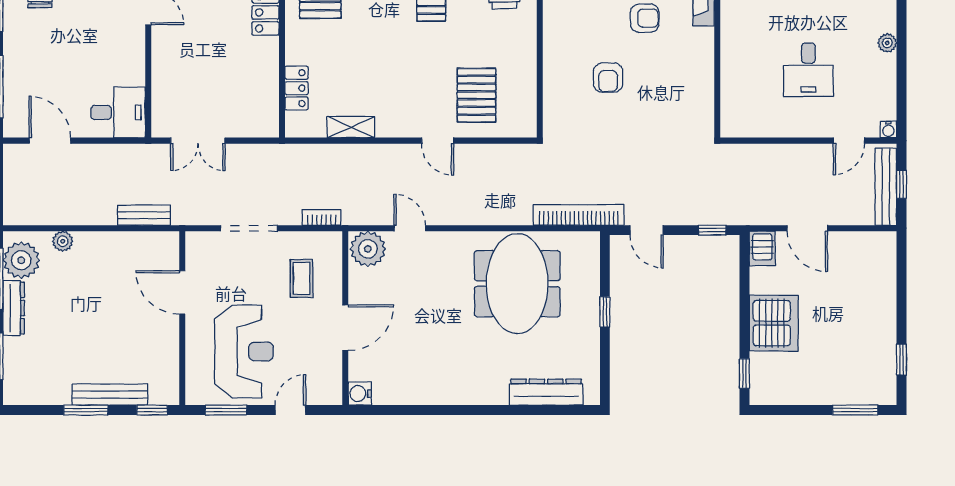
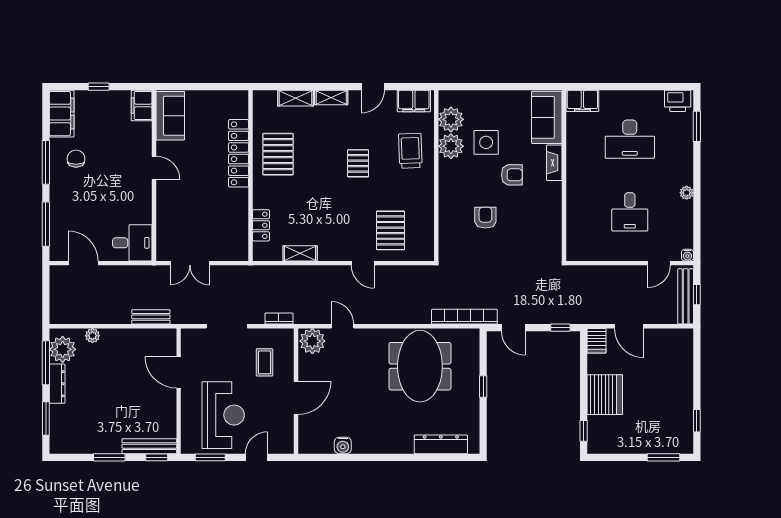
armchair: (608, 78) -> (485, 218), turned 180
water cooler: (360, 394) -> (343, 445), moved, turned -90
bench: (110, 395) -> (149, 446), moved

